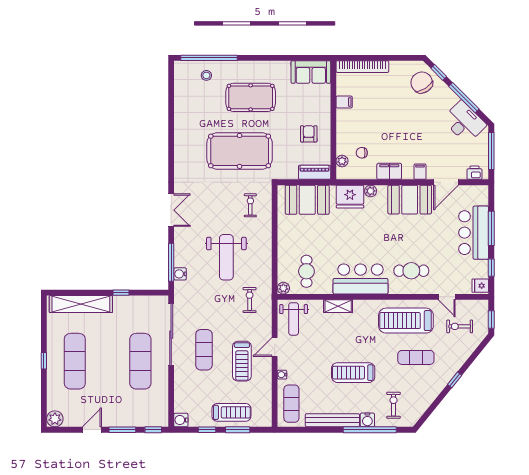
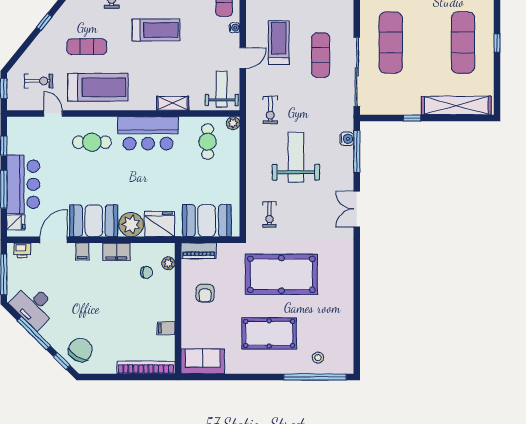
chair: (422, 83) -> (80, 350), turned -118
plant: (371, 191) -> (131, 225), width x1.87, depth x1.87
fridge: (480, 286) -> (16, 222), moved

